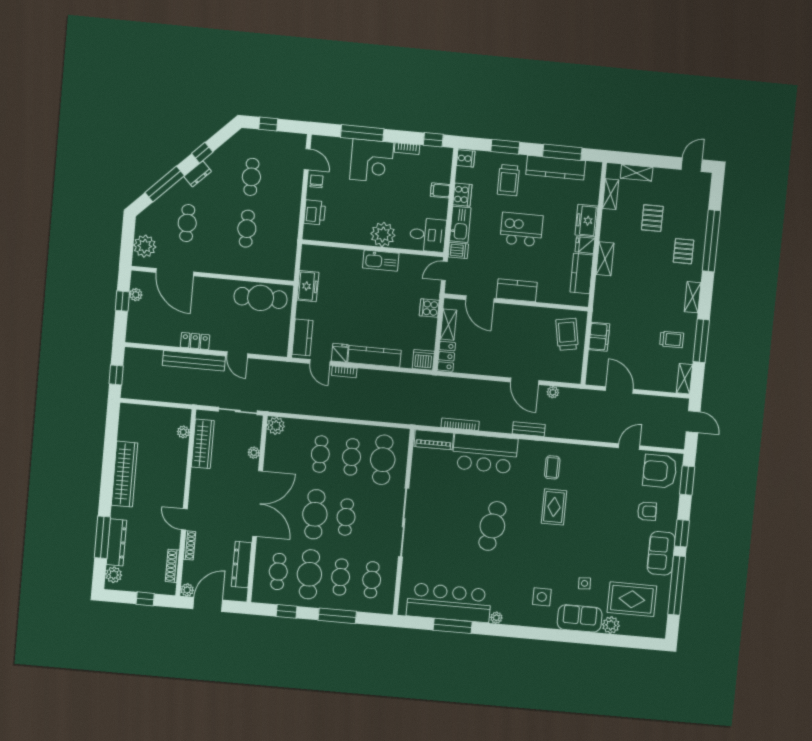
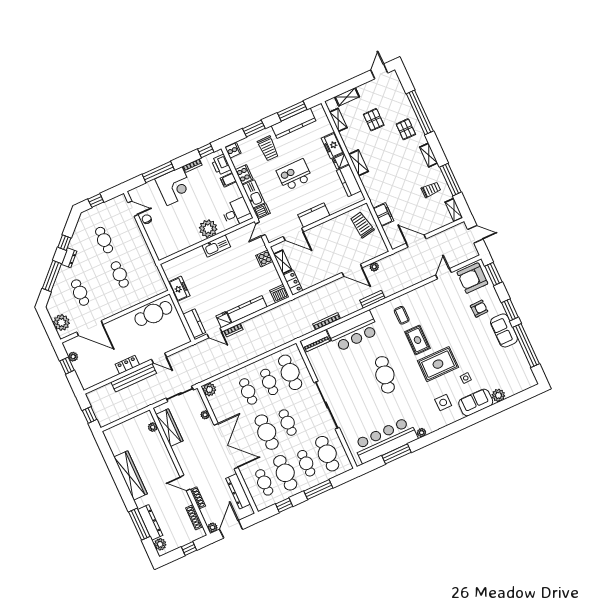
printer: (315, 212) -> (221, 165), moved, turned 180
cafe table: (372, 580) -> (327, 454), width x1.37, depth x1.35
rug: (632, 599) -> (438, 364), moved

